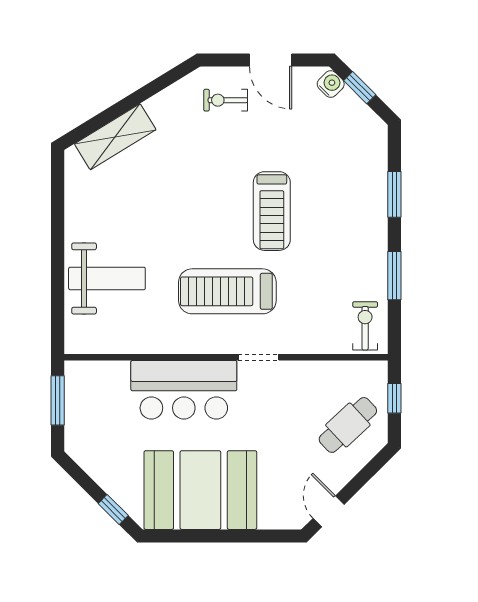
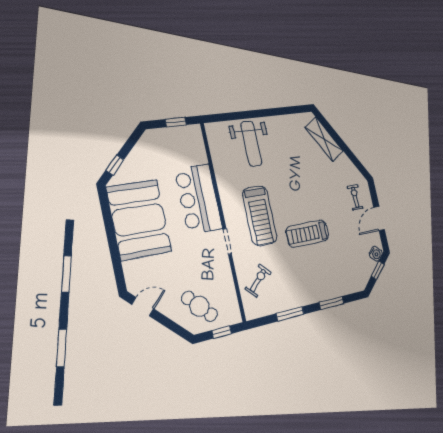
treadmill: (227, 291) -> (260, 216), turned 180
exercise bike: (365, 326) -> (258, 281), moved, turned -44
window: (58, 400) -> (176, 122), width x0.67

